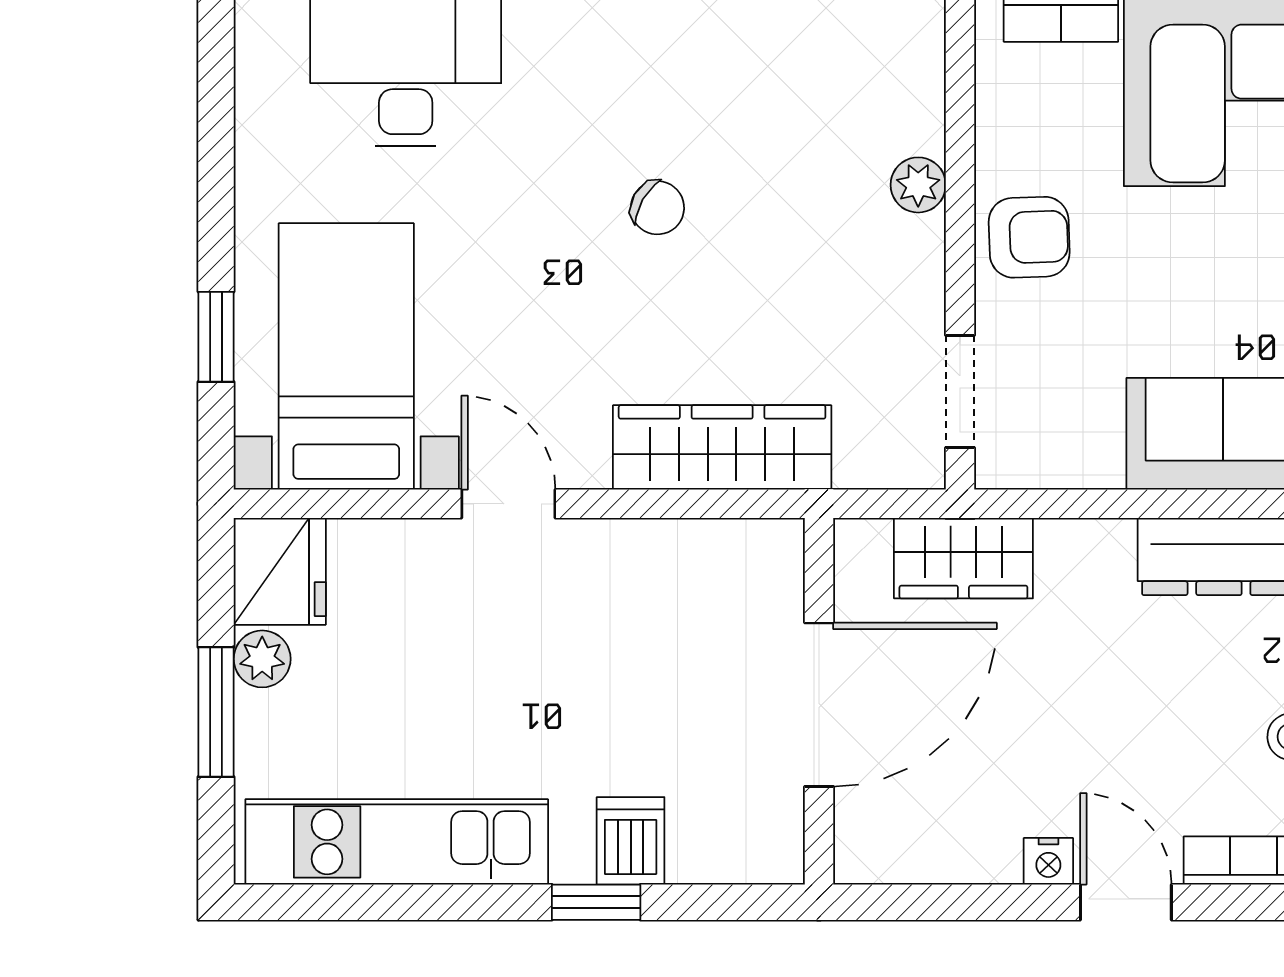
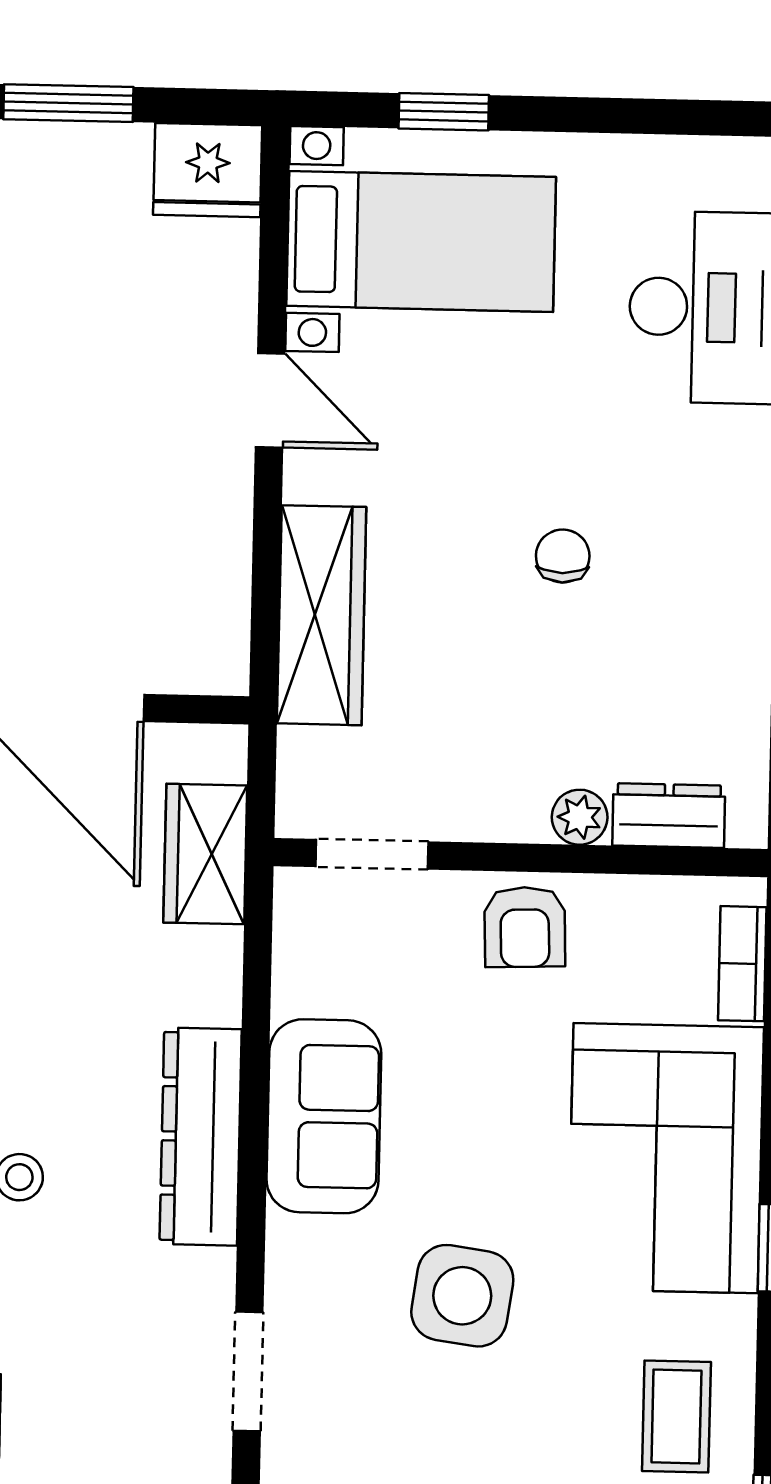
dresser: (914, 96) -> (669, 816), added
chair: (657, 208) -> (563, 556), turned 150
door: (508, 504) -> (270, 400), hinge flipped
plant: (262, 659) -> (121, 150), removed

